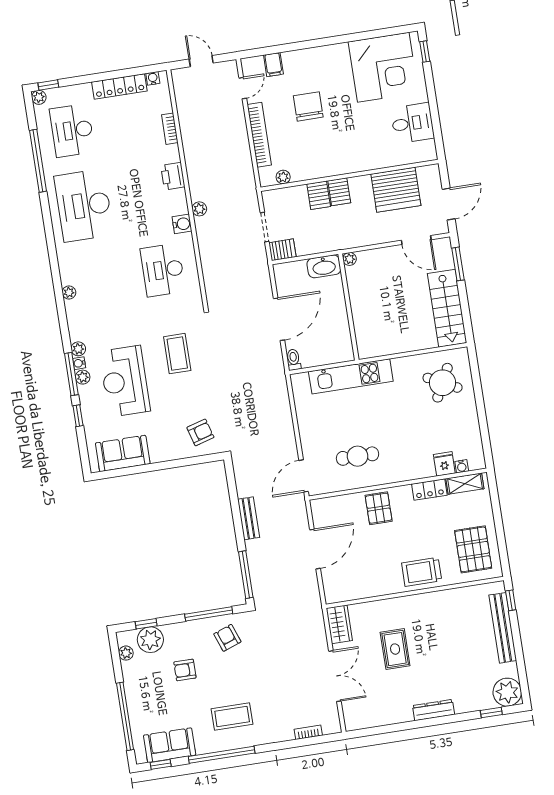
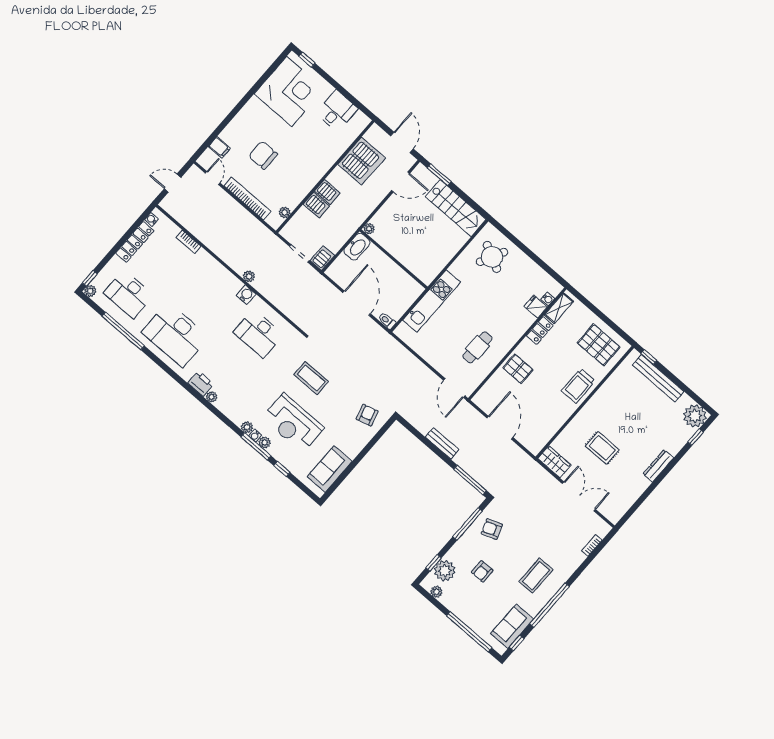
printer: (173, 176) -> (201, 384), moved, turned 180

